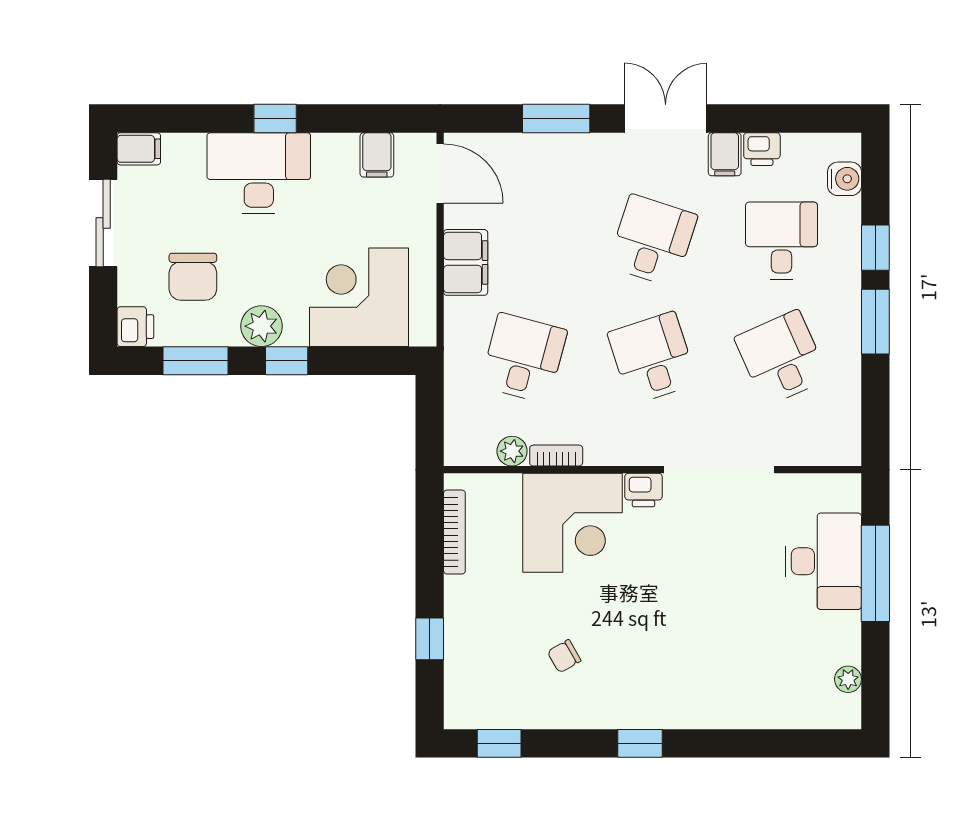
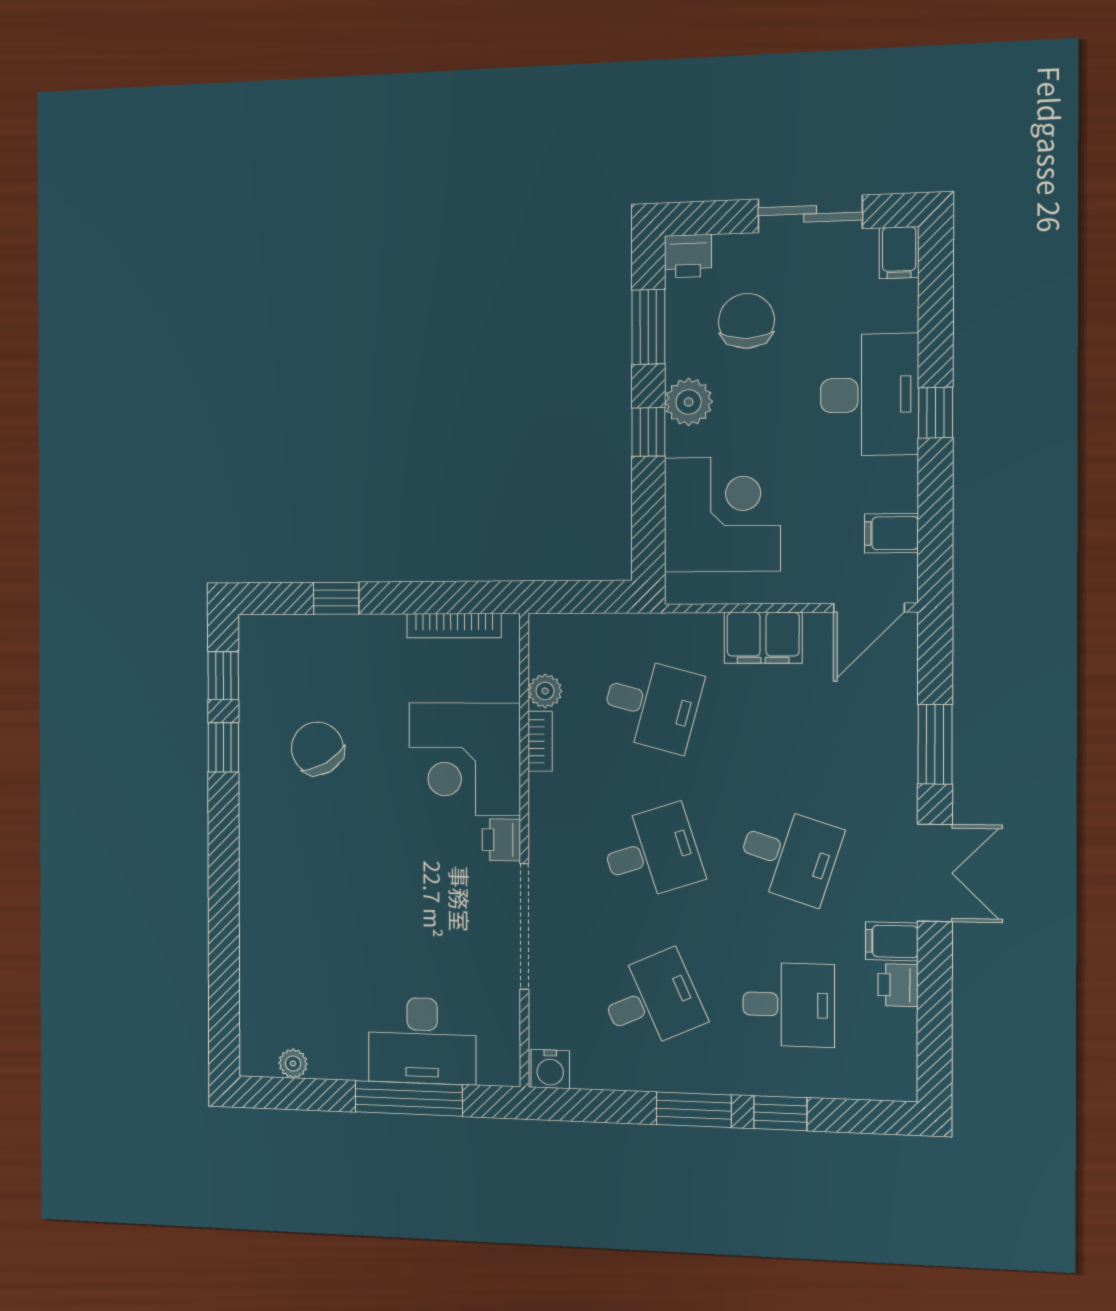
water cooler: (845, 179) -> (550, 1069), moved
chair: (193, 277) -> (746, 321), turned 90
chair: (564, 656) -> (317, 748), width x1.87, depth x1.87
window: (640, 743) -> (223, 747), moved

